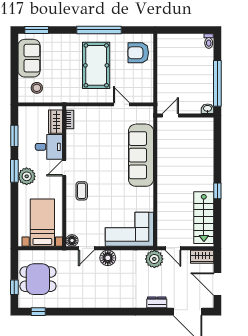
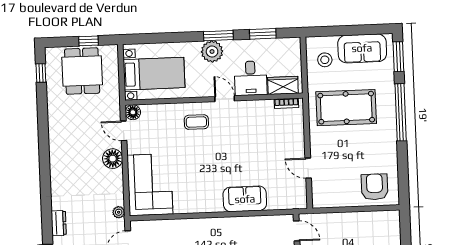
window: (99, 30) -> (401, 112), moved
pool table: (96, 65) -> (346, 108), moved
door: (121, 104) -> (308, 168), swing flipped
sofa: (141, 155) -> (245, 199), width x0.54, depth x0.79
plant: (154, 259) -> (119, 212), width x0.53, depth x0.53
window: (14, 287) -> (88, 41), moved

